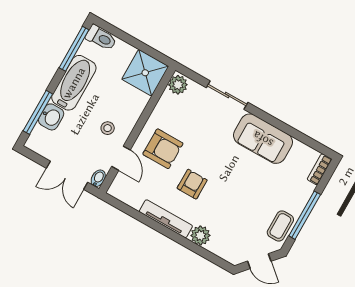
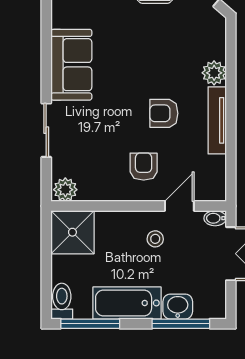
armchair: (163, 149) -> (144, 167), width x0.72, depth x0.72

